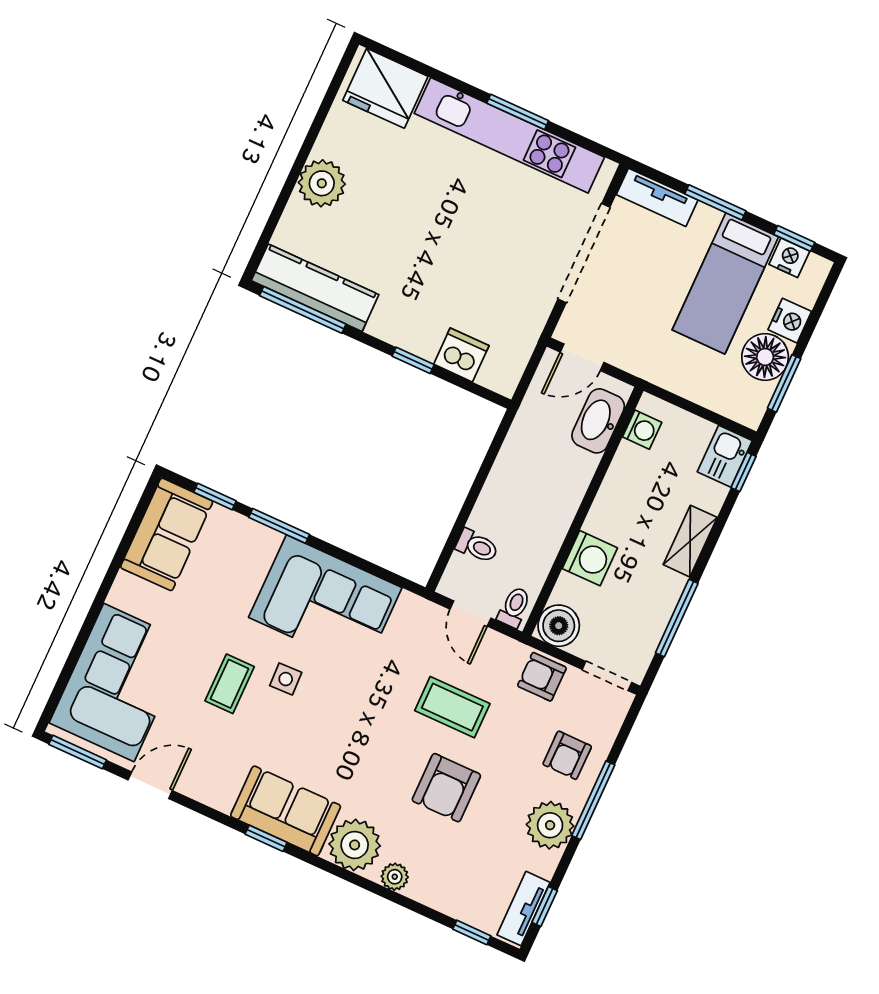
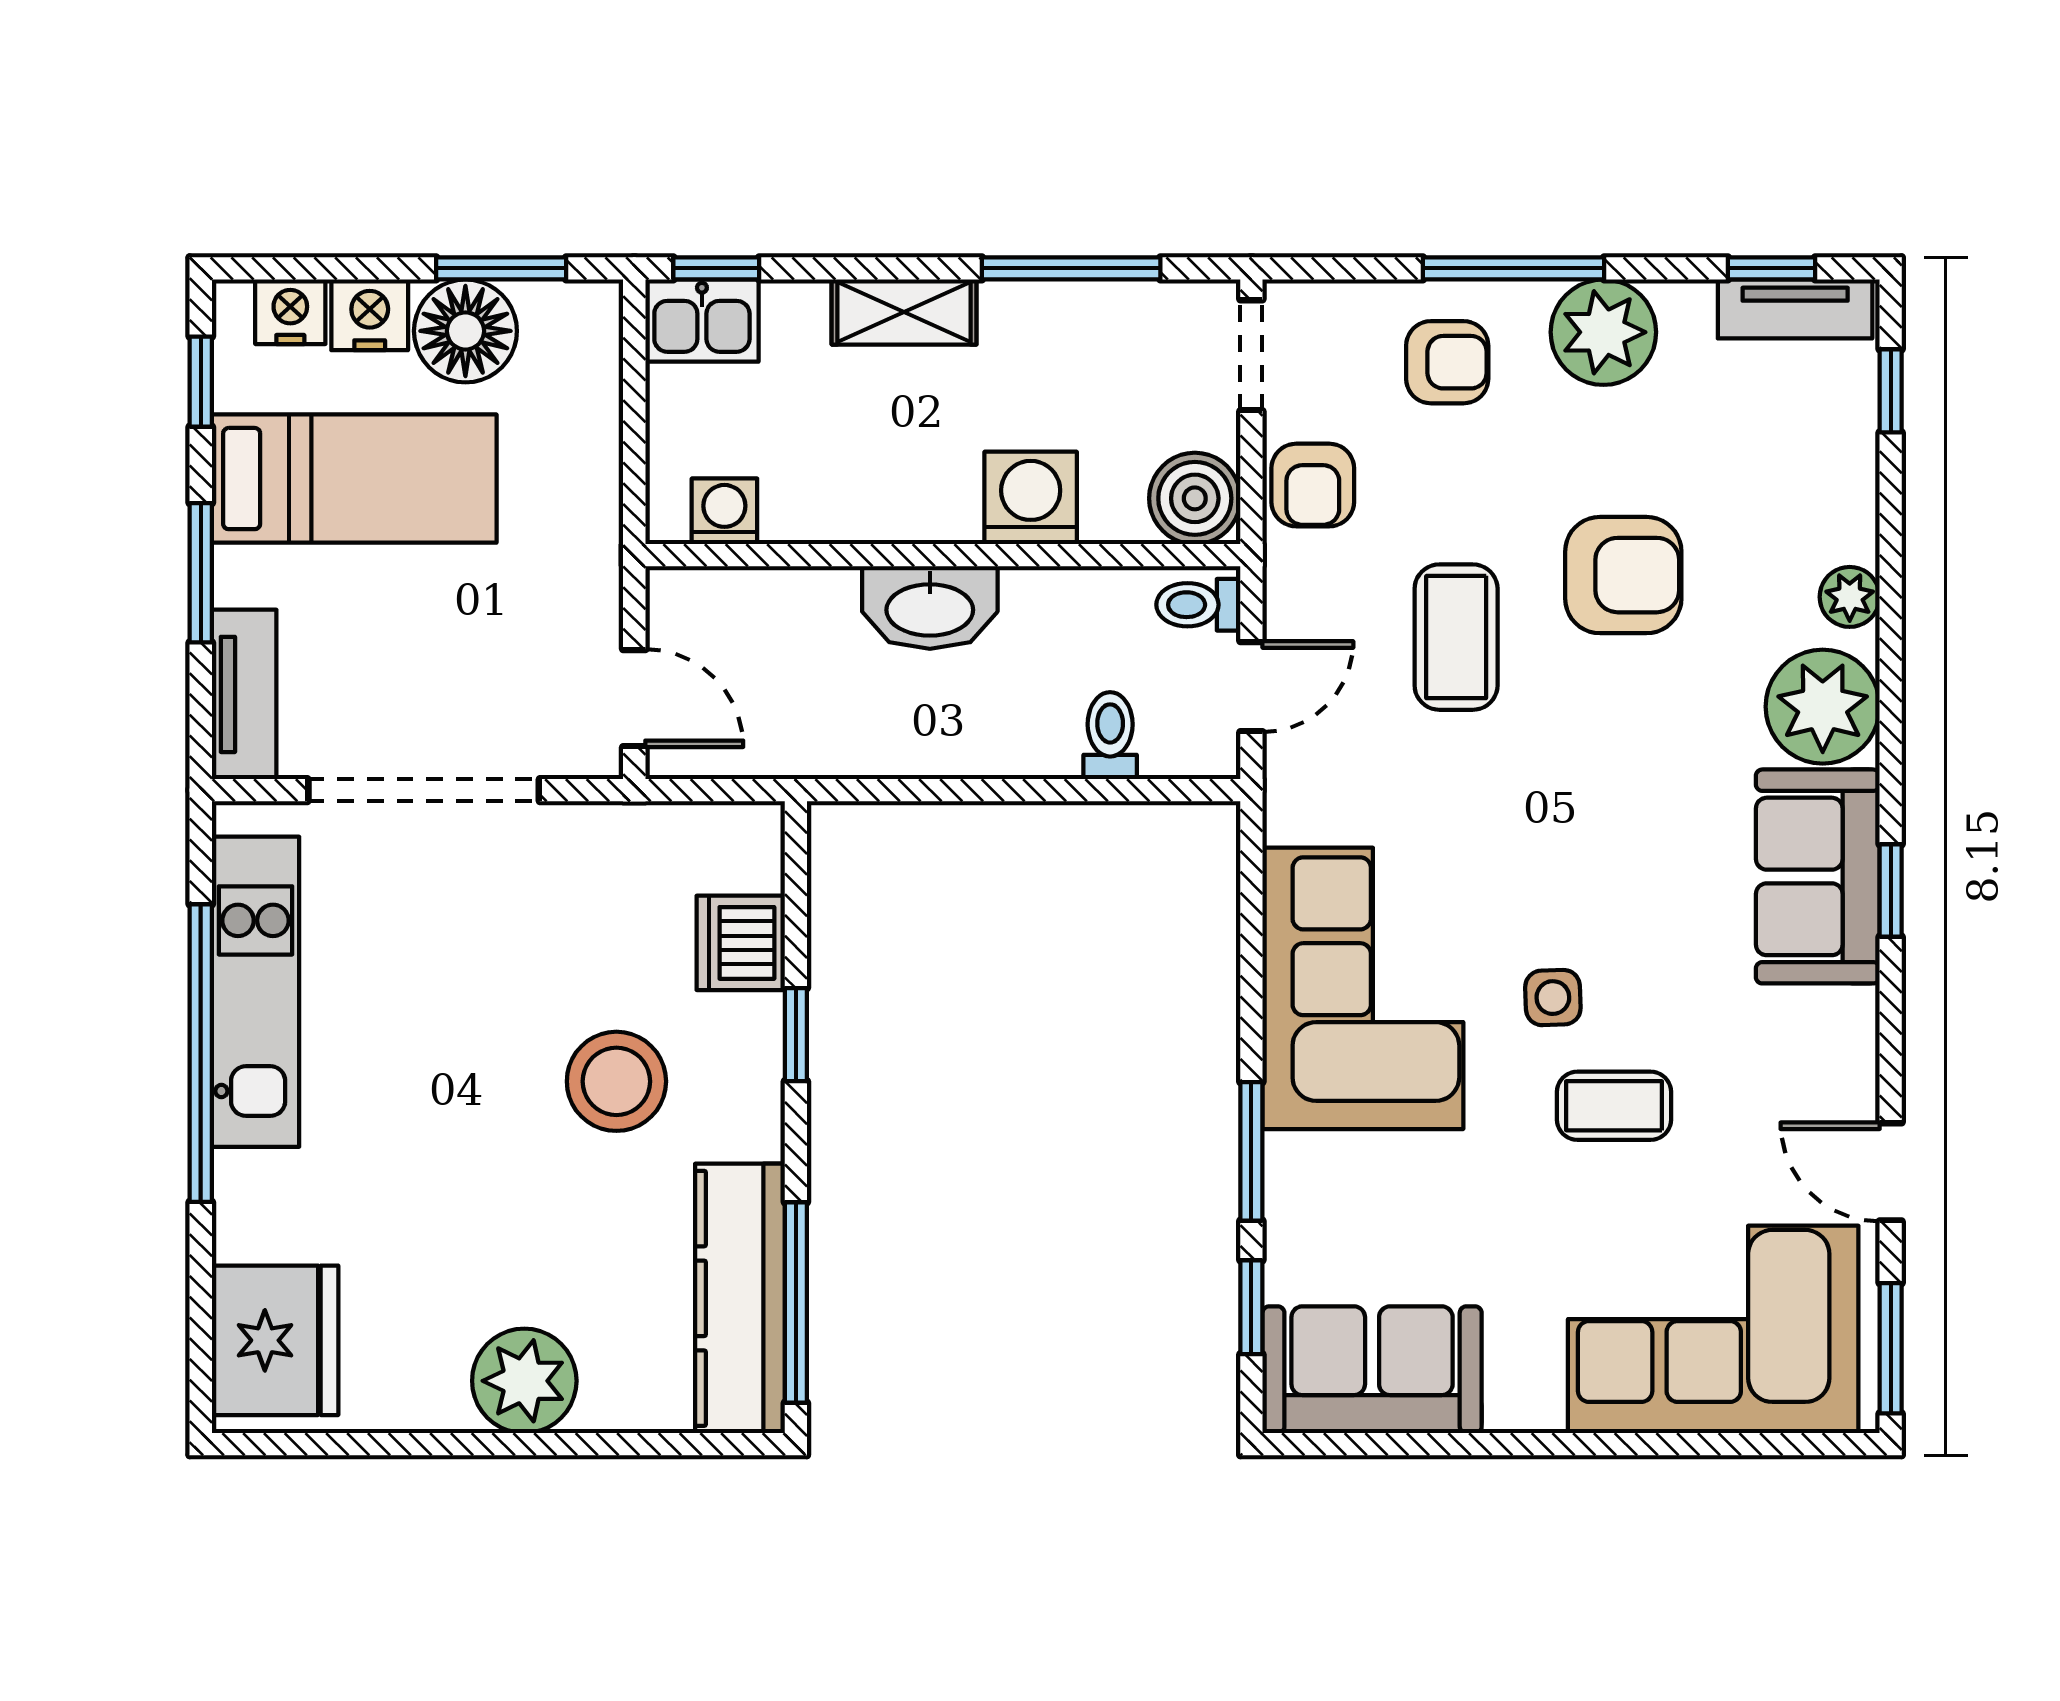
window: (518, 112) -> (201, 1053), width x2.11
kitchen unit: (509, 135) -> (255, 992), width x0.73
nightstand: (789, 258) -> (290, 312), moved, turned 90
stool: (428, 278) -> (616, 1081), added
washbasin: (598, 421) -> (930, 607), moved

